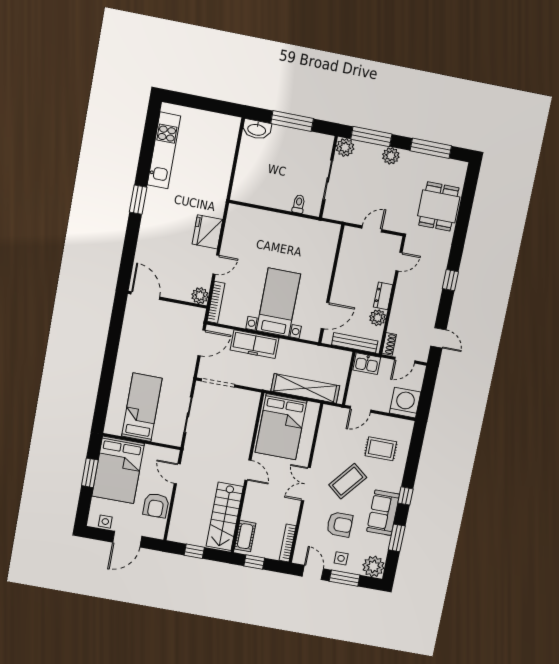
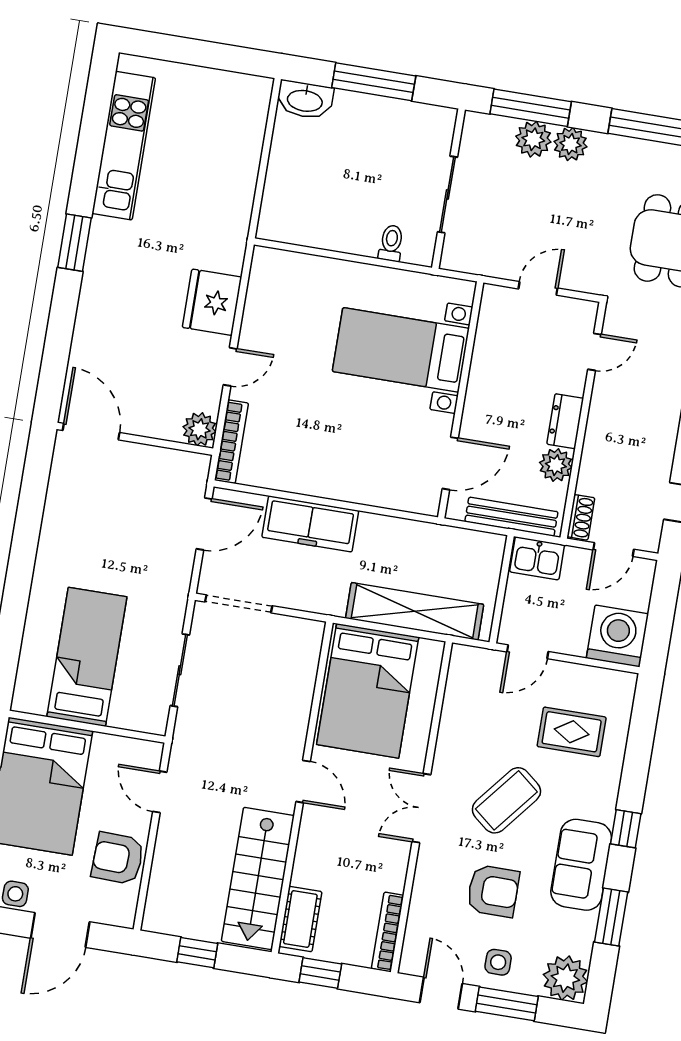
plant: (345, 147) -> (533, 139), moved
bed with nightstands: (278, 302) -> (401, 350), moved, turned -90
armchair: (156, 505) -> (118, 858), turned 92

